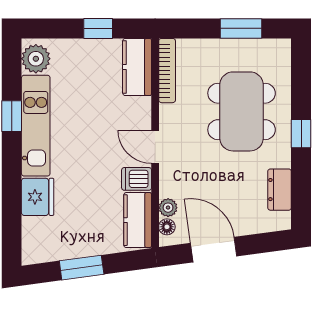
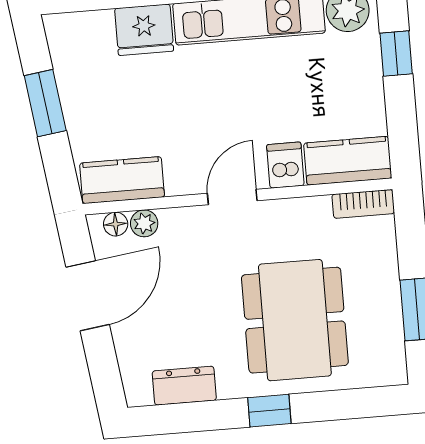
window: (98, 28) -> (396, 53), moved
bookcase: (167, 71) -> (363, 204), width x0.64
dining table: (242, 111) -> (295, 320), turned 90
dishwasher: (137, 179) -> (285, 165), moved

